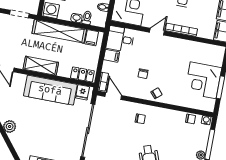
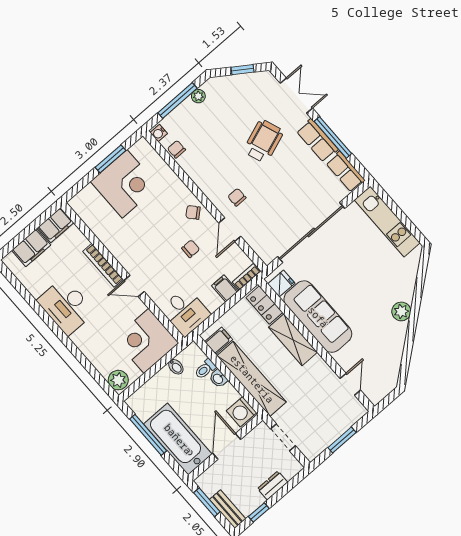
filing cabinet: (112, 56) -> (225, 288), moved
shelving: (41, 66) -> (293, 340), moved
door: (113, 96) -> (230, 230), moved

